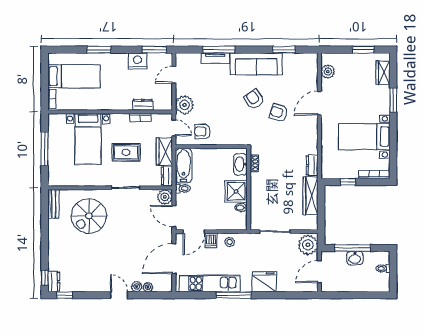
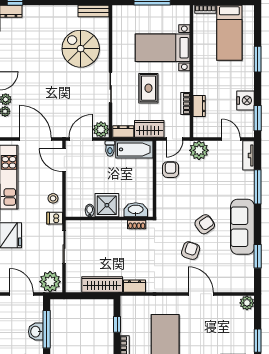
tv unit: (215, 58) -> (249, 155), moved
plant: (328, 72) -> (247, 303), moved
dishwasher: (211, 240) -> (55, 218), moved

